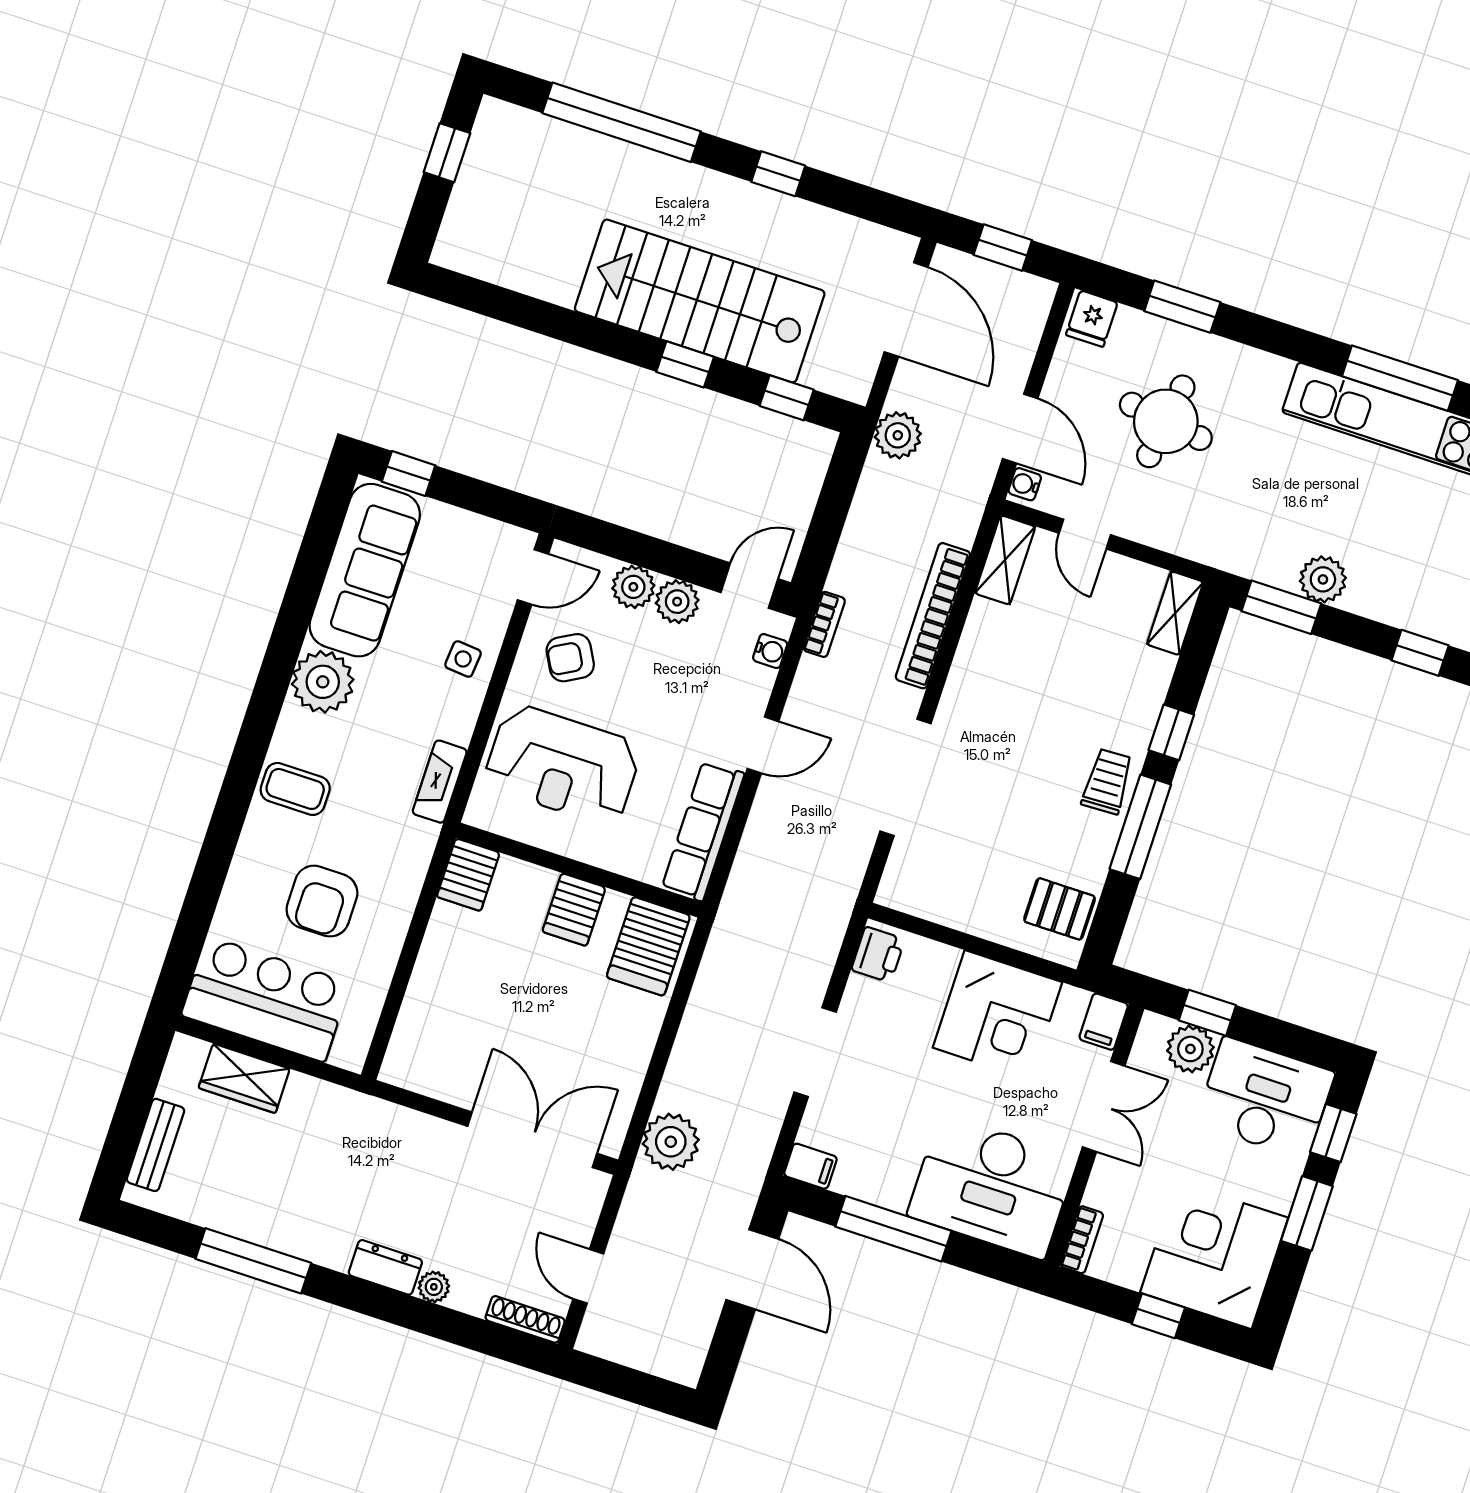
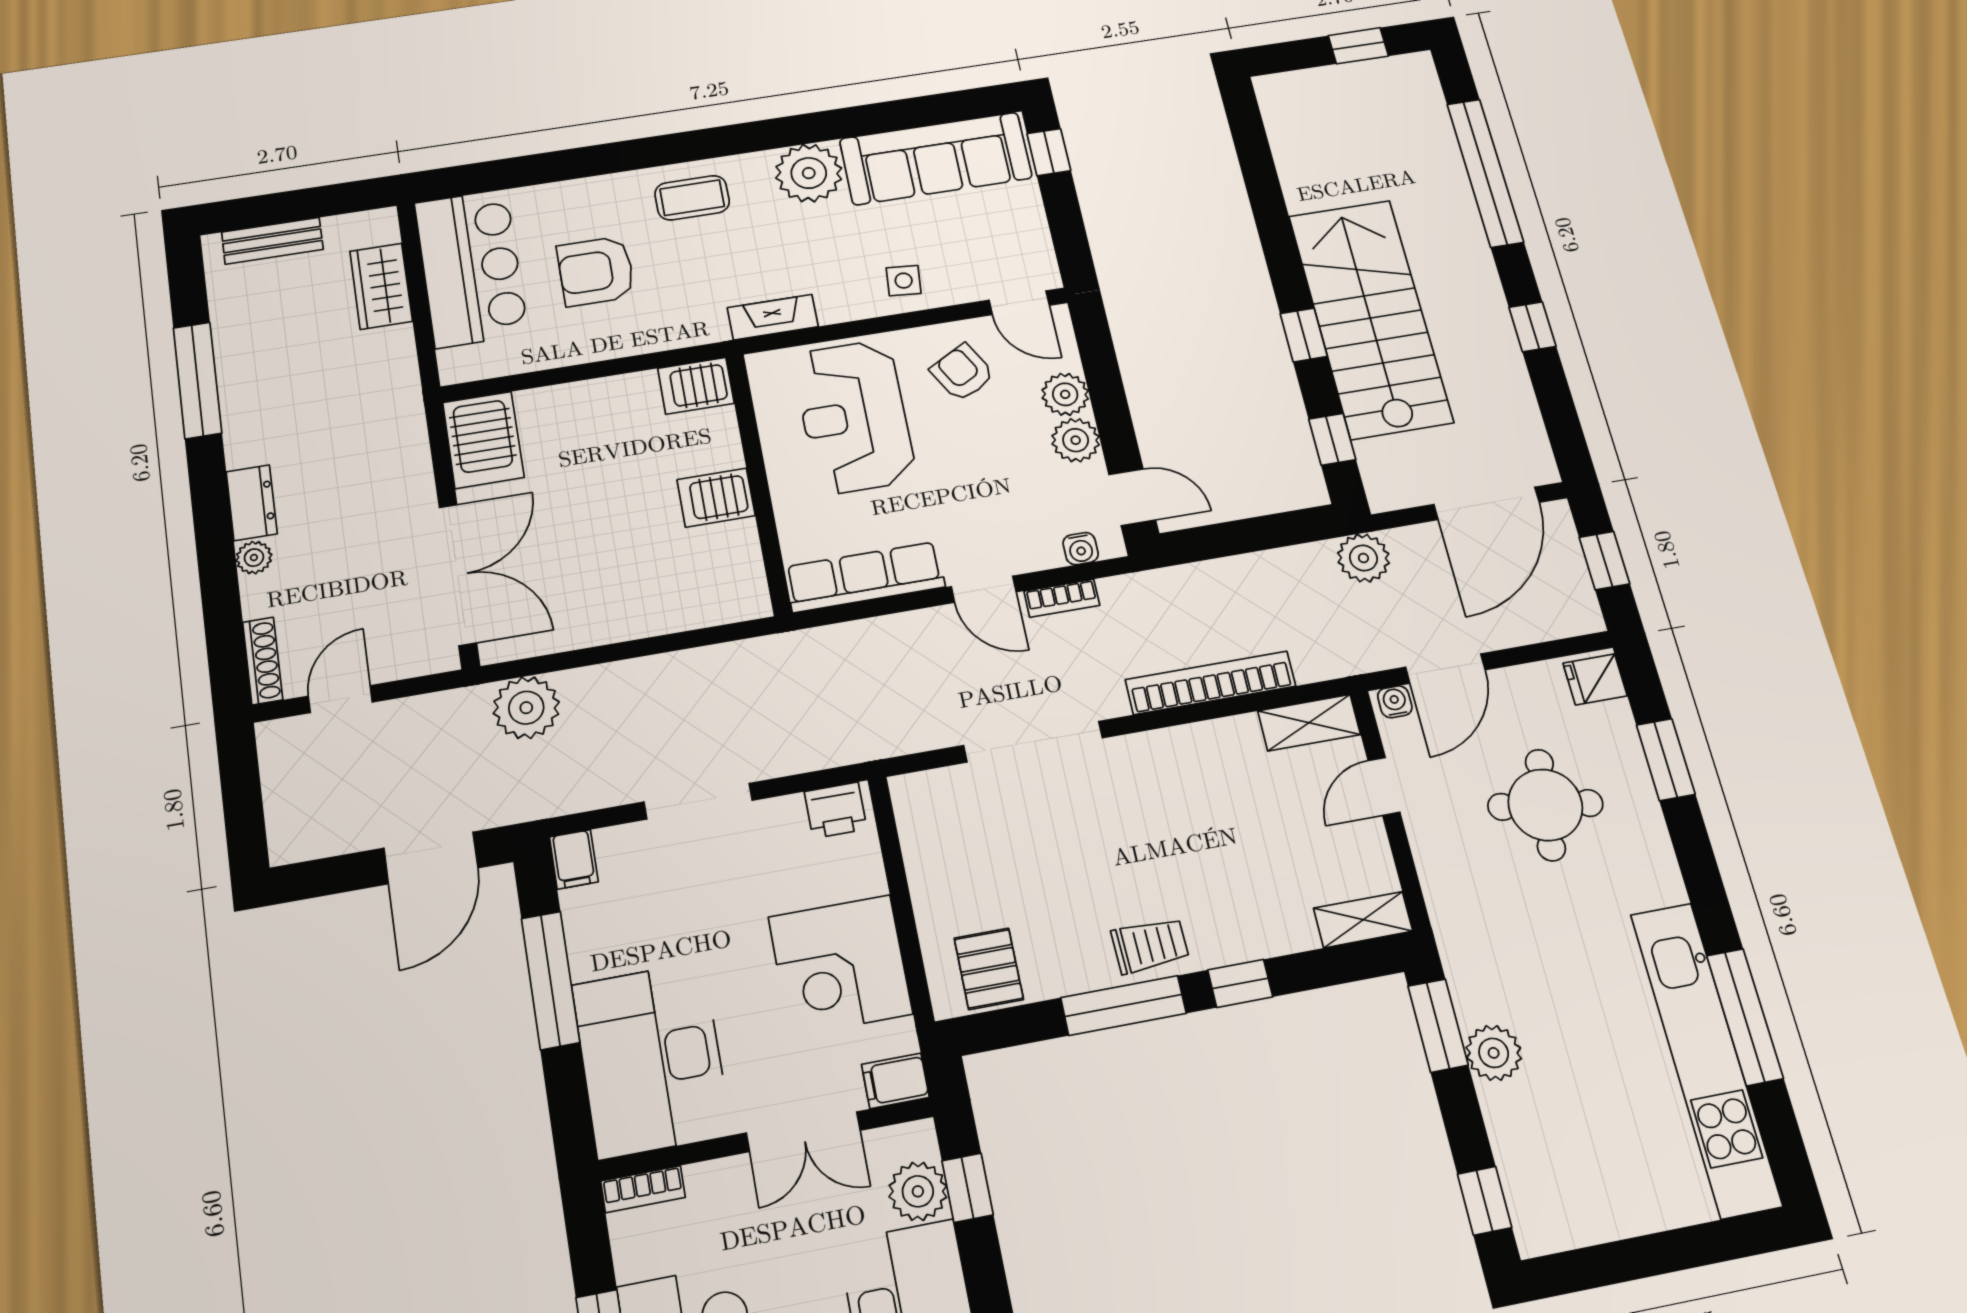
bookcase: (824, 624) -> (1062, 598), moved
coffee table: (295, 789) -> (692, 198), turned 90
server rack: (648, 946) -> (483, 440), moved, turned -90

